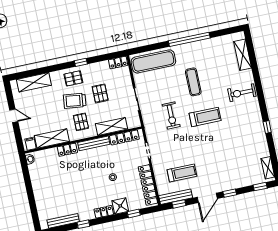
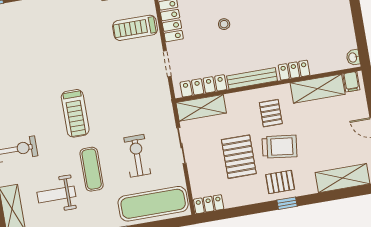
window: (81, 62) -> (287, 203), moved
weight bench: (215, 65) -> (56, 194), added
pallet: (100, 93) -> (239, 157), width x1.50, depth x1.42
exercise bike: (171, 115) -> (137, 156), moved
treadmill: (205, 117) -> (75, 113), turned -90
shelving: (112, 126) -> (201, 108), moved
treadmill: (182, 173) -> (135, 28), moved

